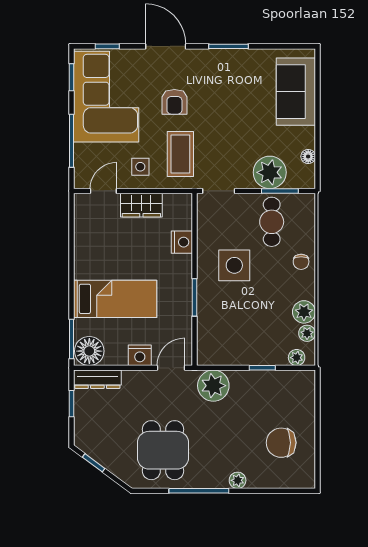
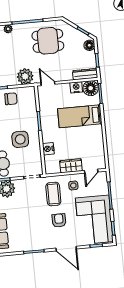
chair: (245, 345) -> (11, 99), added
nightstand: (140, 355) -> (76, 87), moved
door: (171, 368) -> (48, 84), swing flipped
floor lamp: (84, 434) -> (89, 45), added
dining table: (163, 450) -> (48, 41), turned 90

